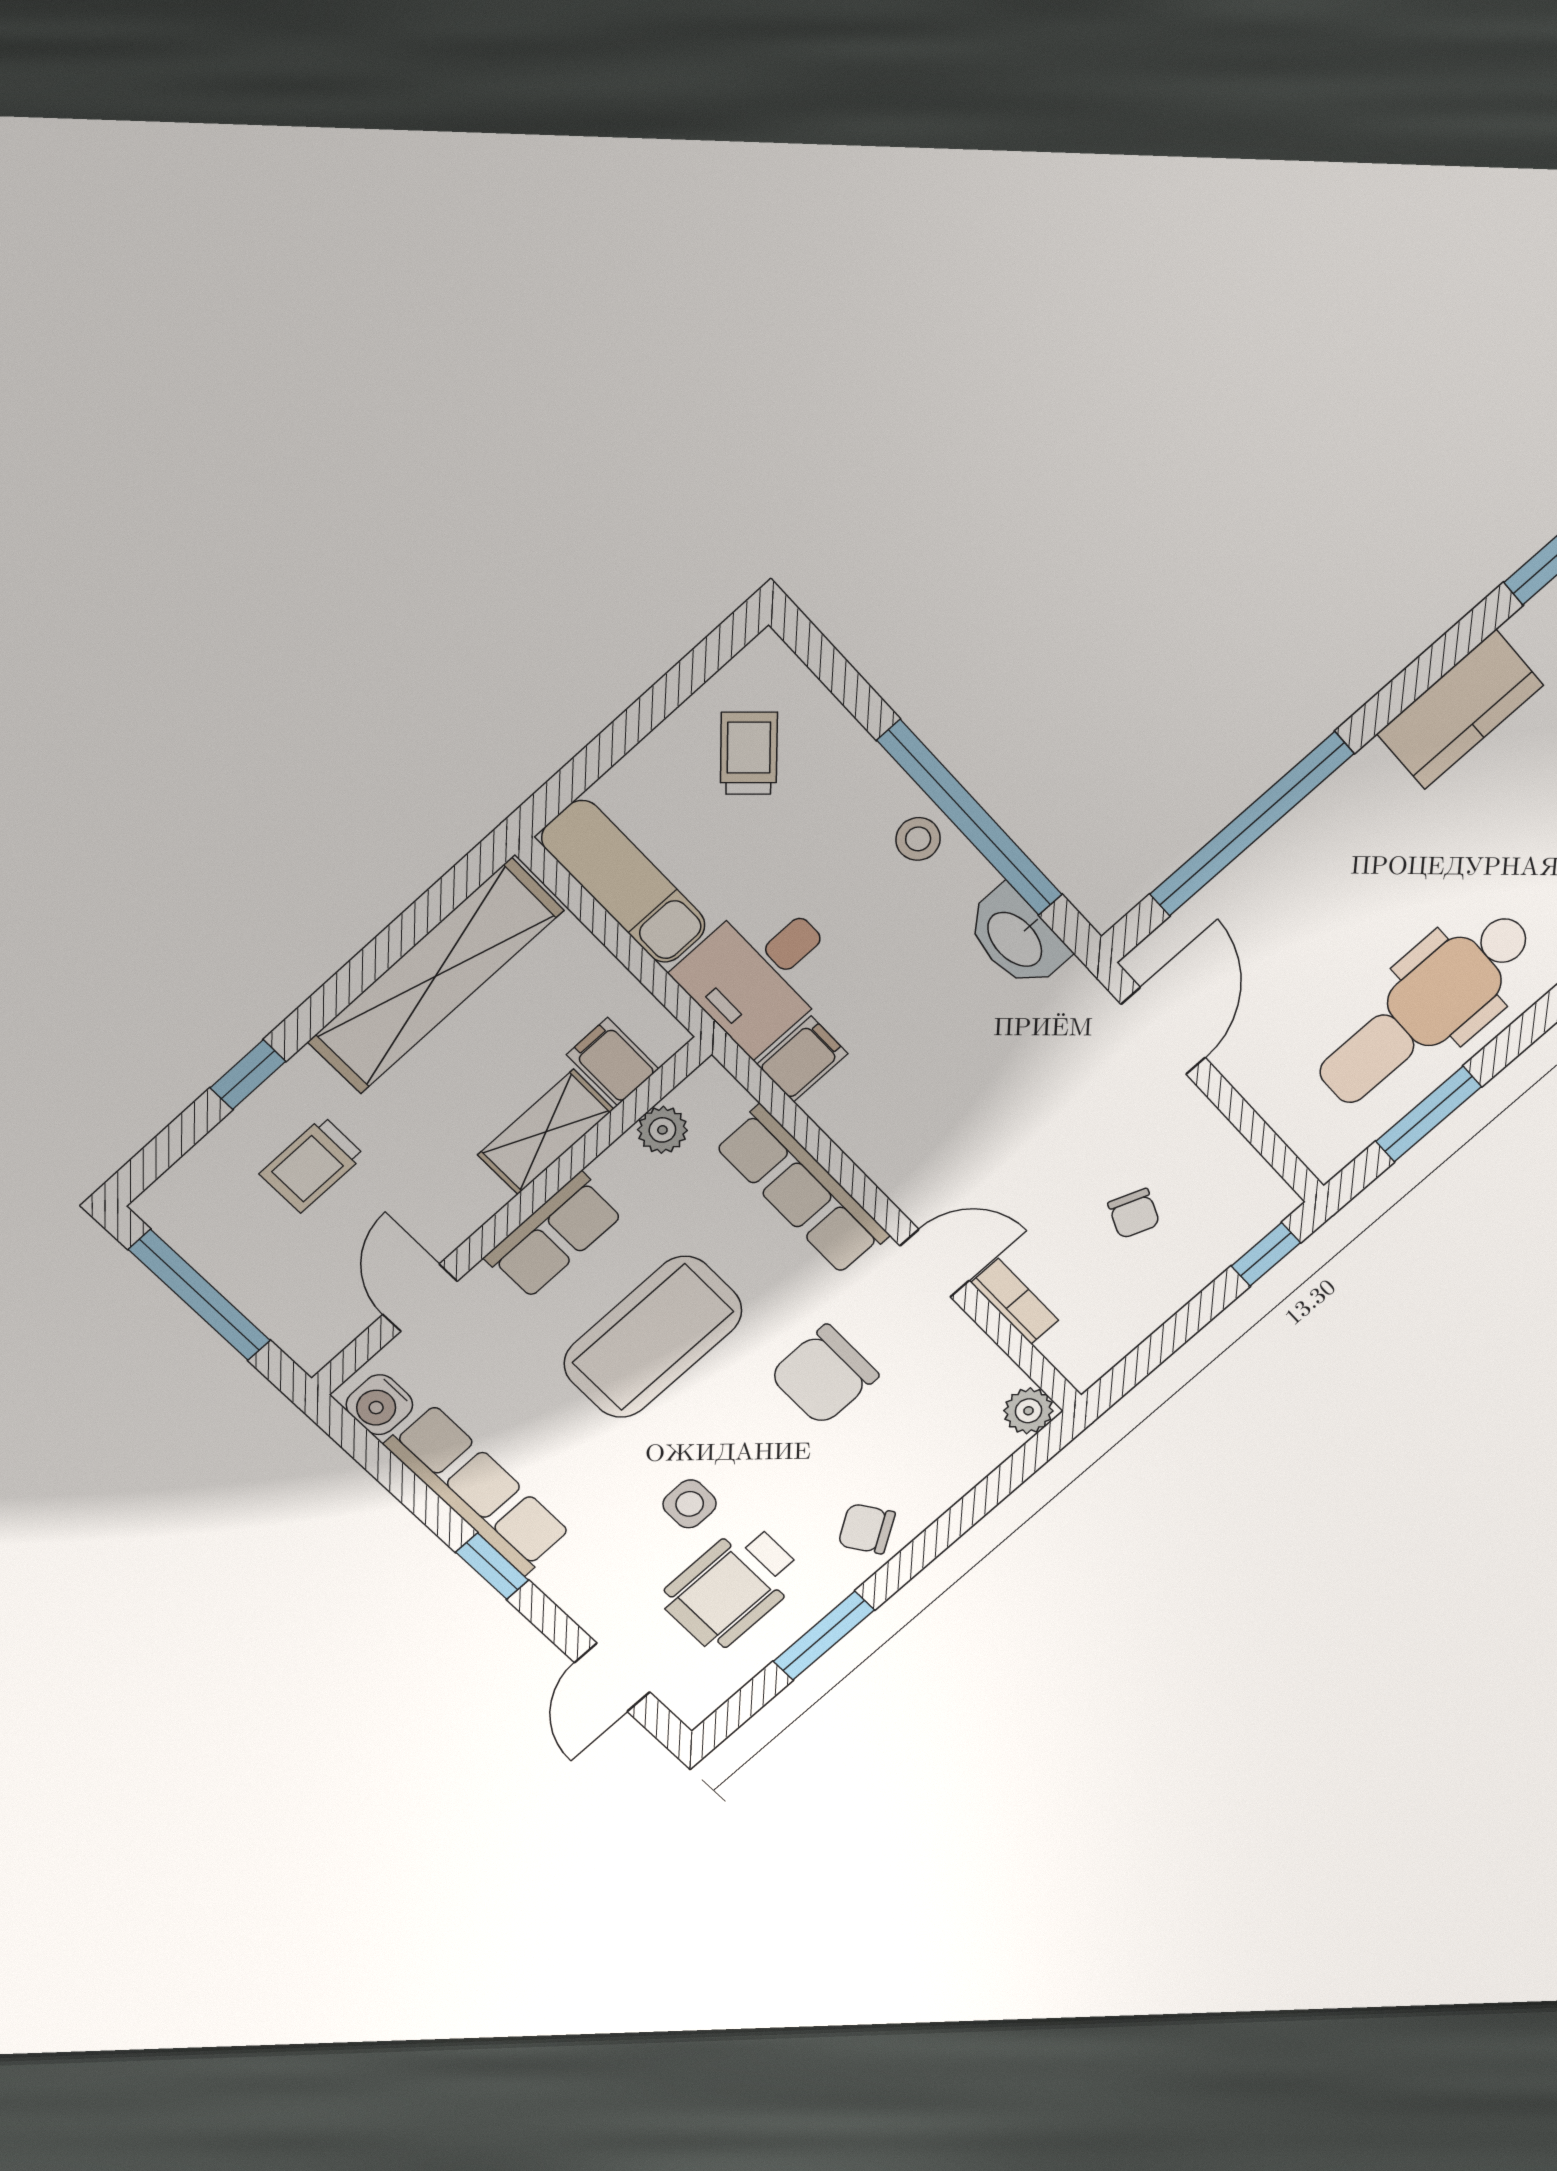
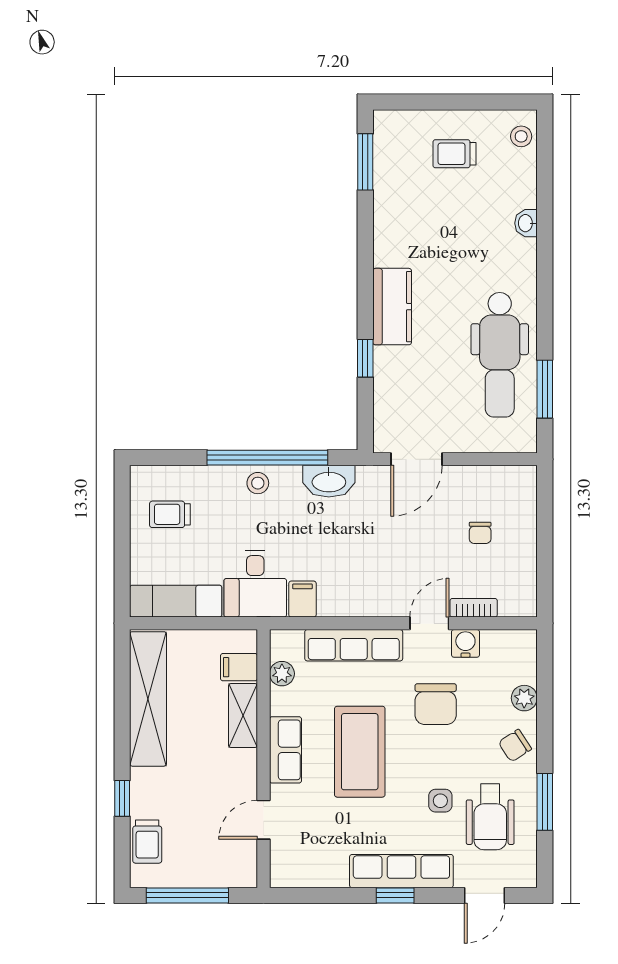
kitchen counter: (1460, 710) -> (392, 307), moved
trolley: (749, 753) -> (170, 514), turned -43
window: (1252, 824) -> (365, 358), width x0.32
door: (1163, 1031) -> (416, 459), swing flipped
trolley: (312, 1165) -> (147, 842), moved
chair: (1134, 1214) -> (480, 533), turned 68
window: (1266, 1254) -> (545, 498), removed
door: (420, 1298) -> (263, 820), hinge flipped
water cooler: (379, 1405) -> (465, 643), moved, turned 180
plant: (1028, 1411) -> (524, 698), moved
row of seats: (478, 1490) -> (401, 871), moved
door: (612, 1677) -> (485, 895), hinge flipped

